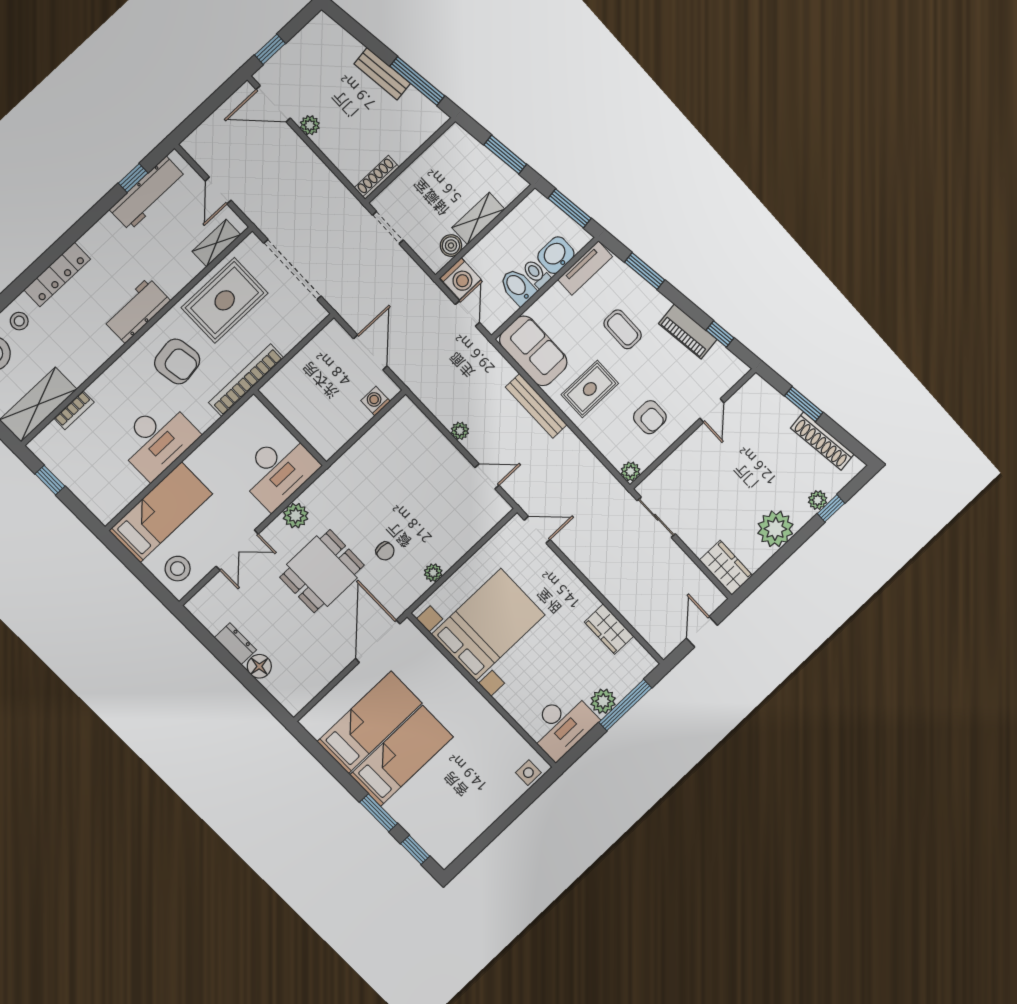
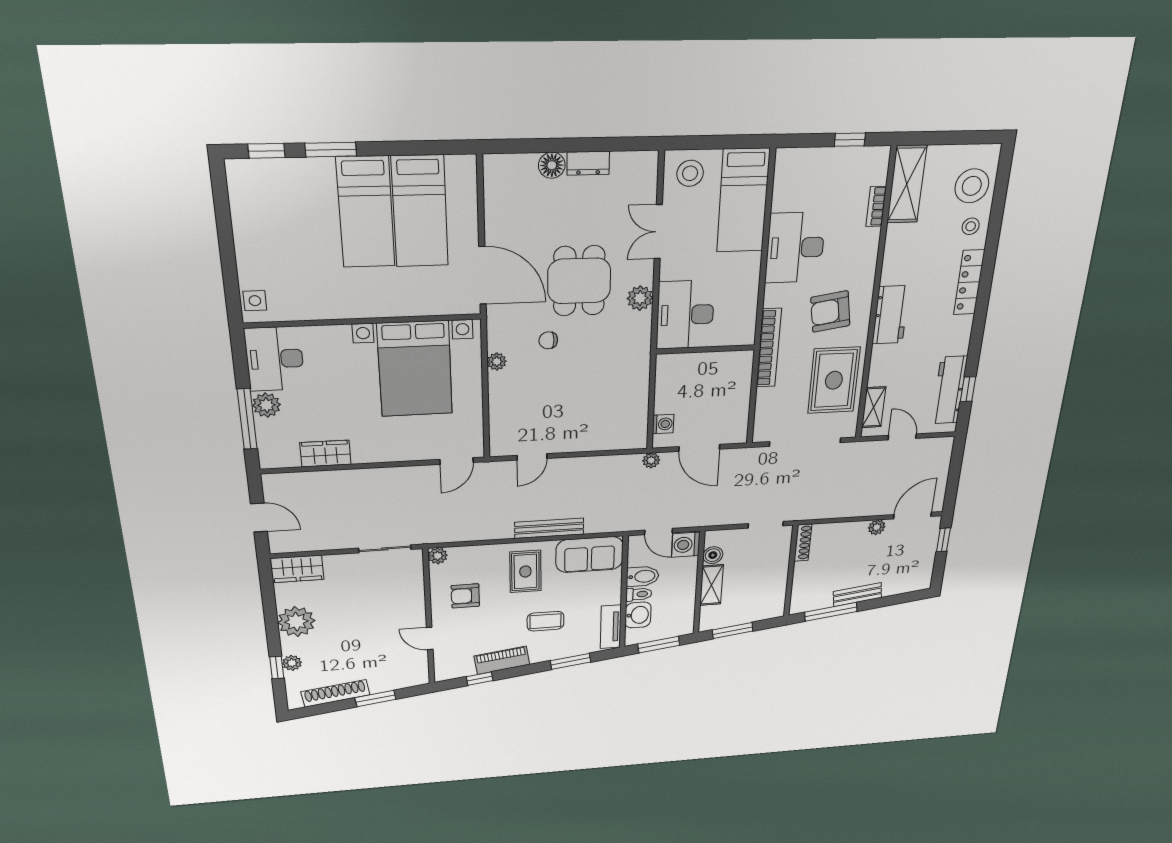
plant: (460, 431) -> (651, 460), moved

